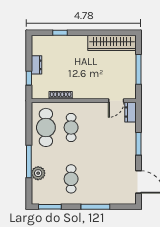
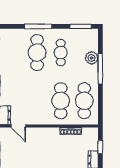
door: (116, 101) -> (18, 126), swing flipped
cafe table: (71, 127) -> (61, 101), width x1.37, depth x1.35
cafe table: (96, 179) -> (37, 53), added

